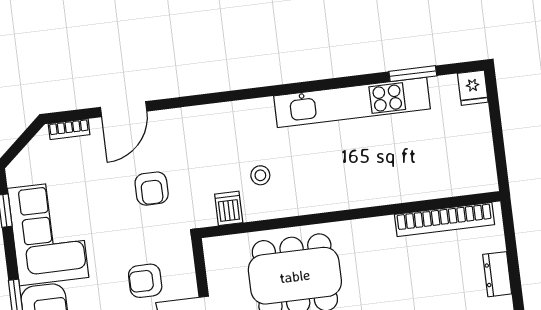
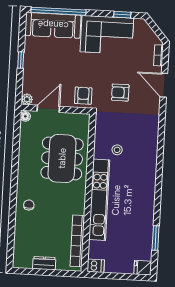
kitchen unit: (352, 102) -> (99, 200), moved, turned 180
dishwasher: (229, 208) -> (96, 266), moved
armchair: (145, 281) -> (83, 96), moved

